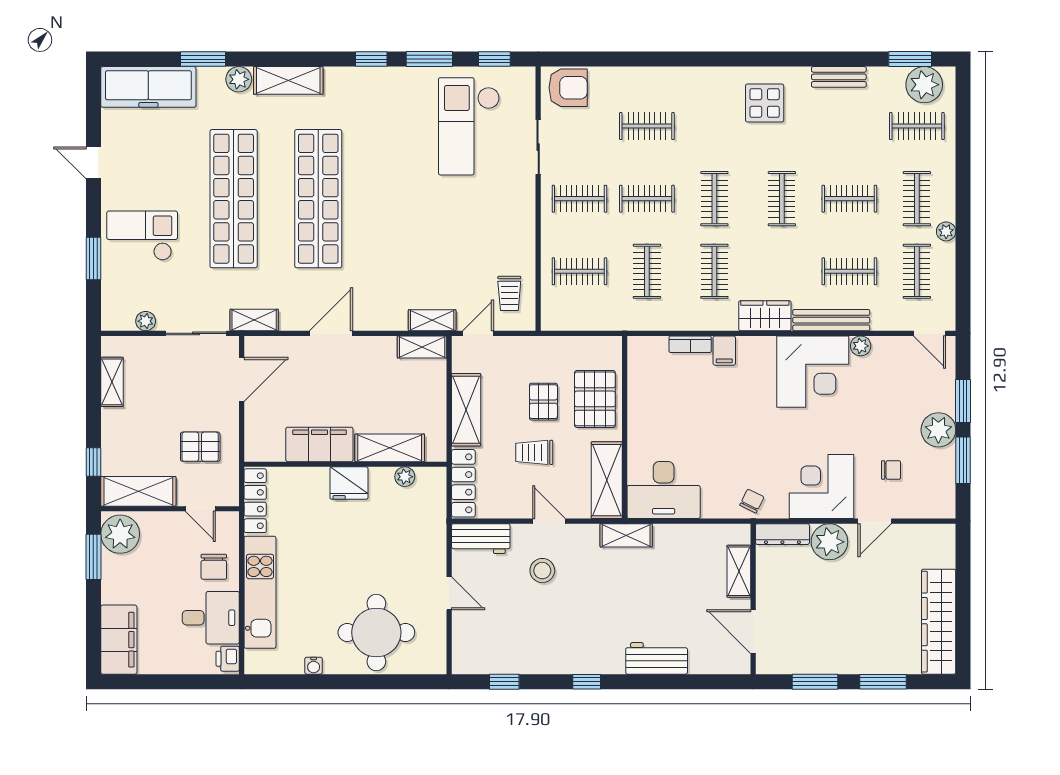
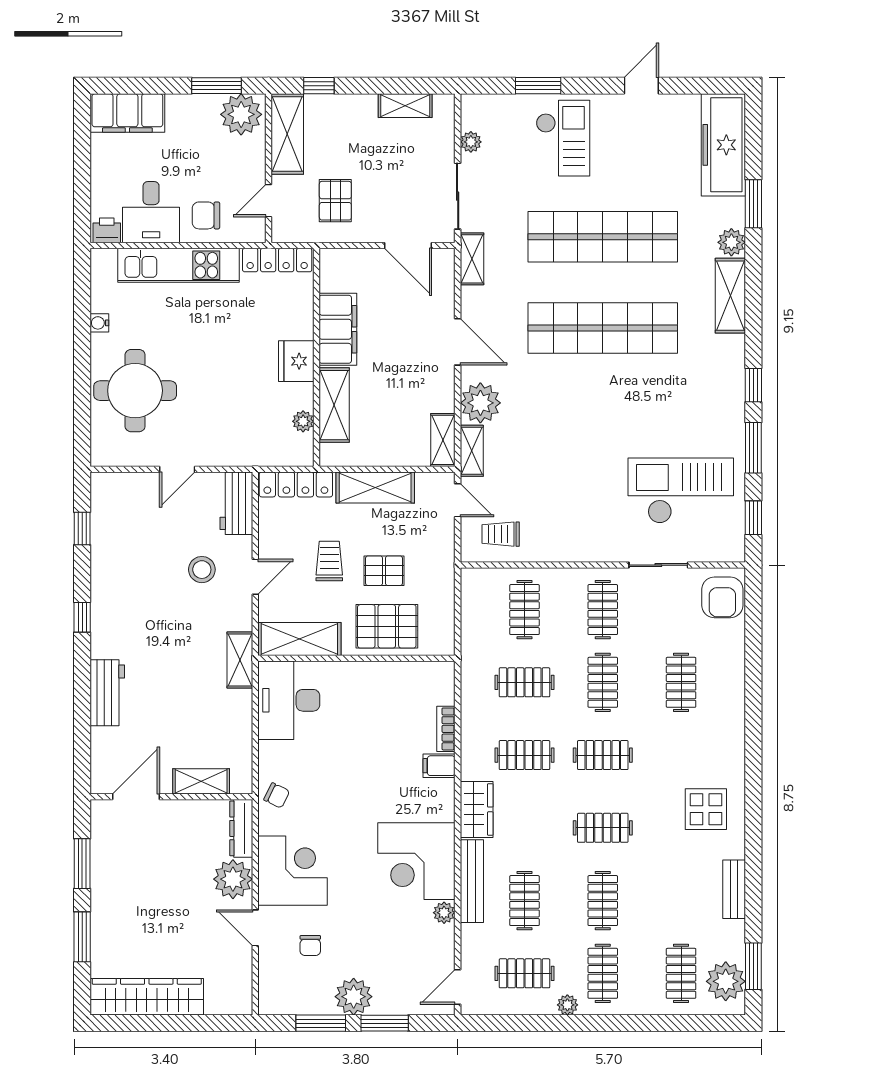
clothes rail: (917, 199) -> (603, 973), turned 90
plant: (388, 312) -> (480, 403), added

